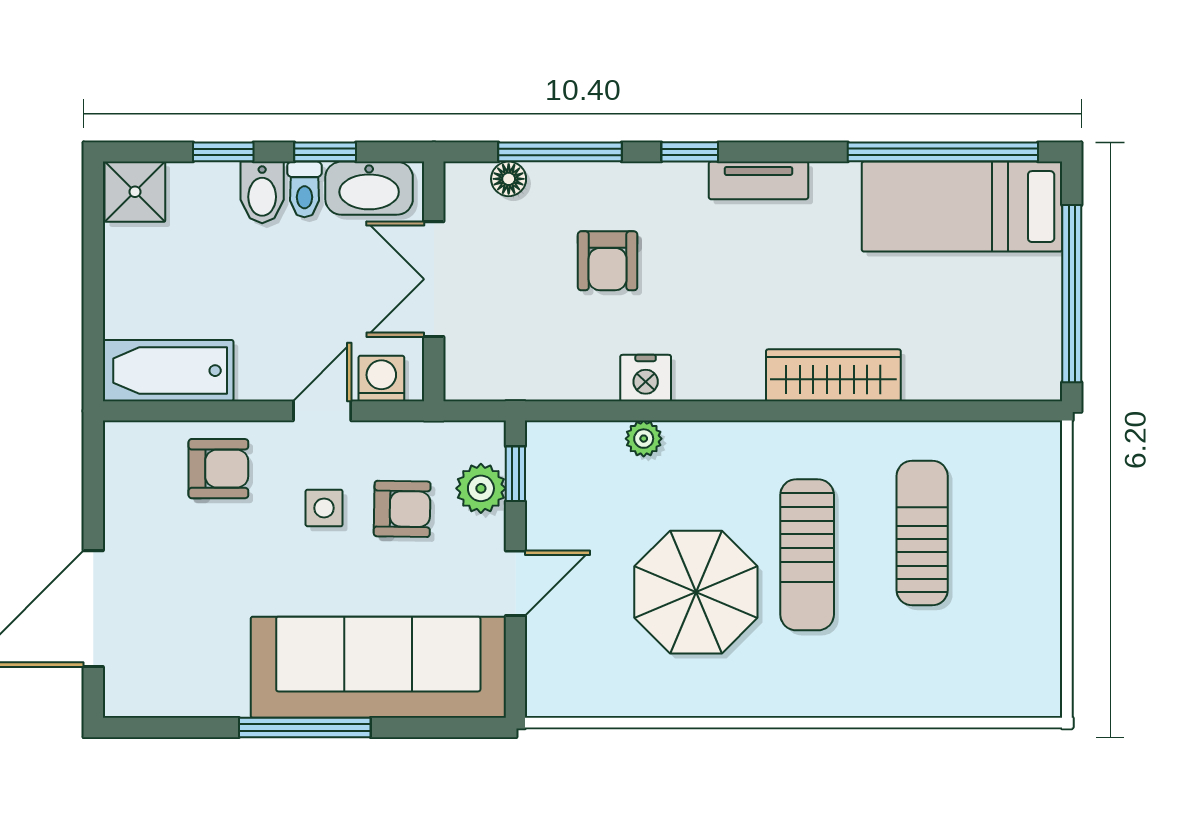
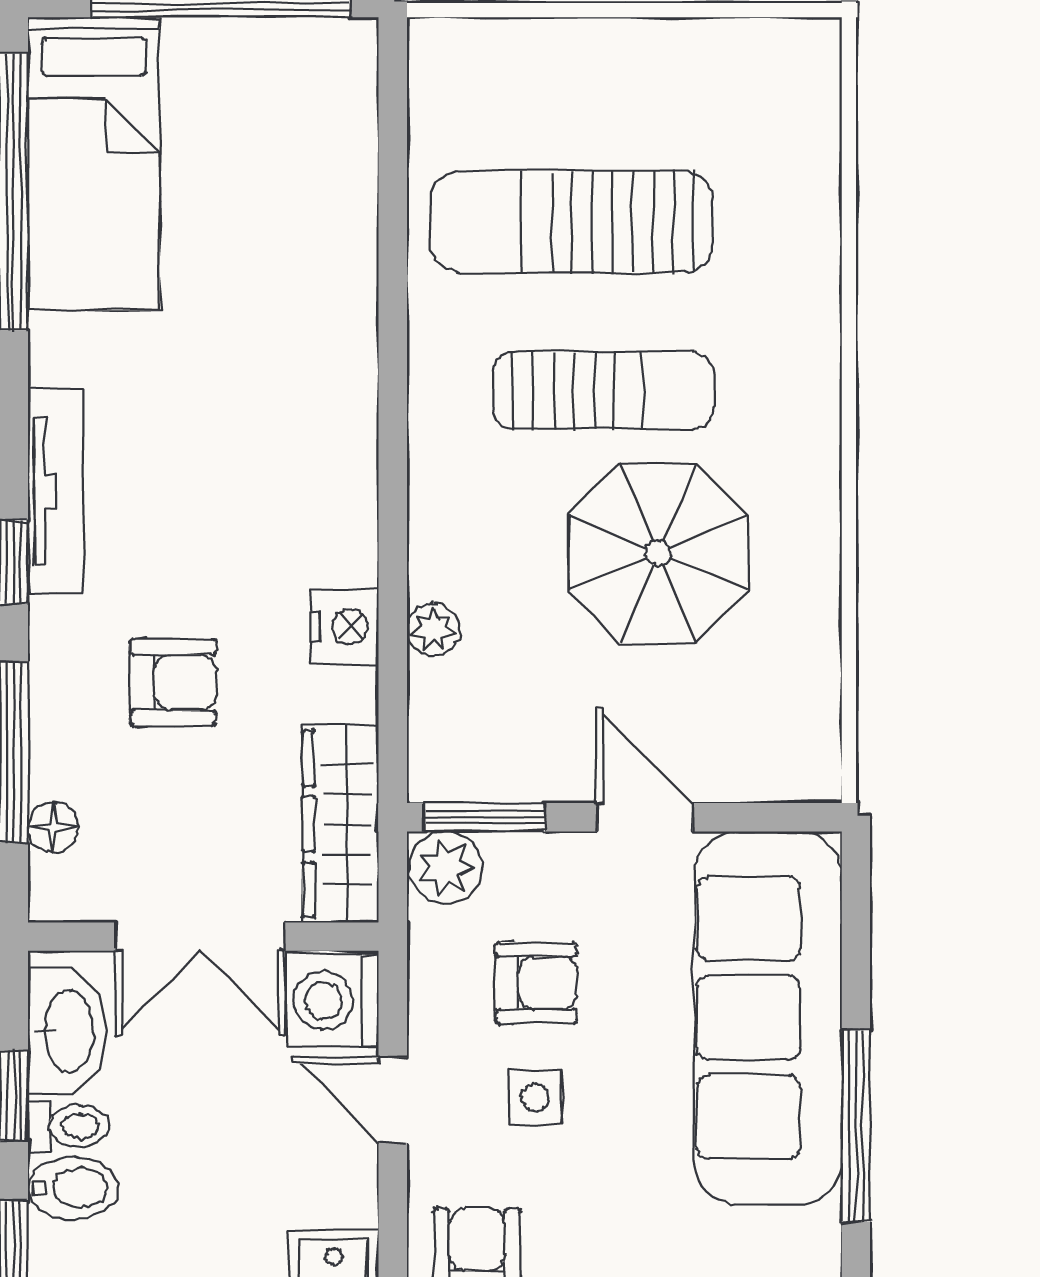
tv unit: (758, 180) -> (55, 491), width x1.41
wardrobe: (833, 375) -> (341, 824), moved
washing machine: (381, 378) -> (333, 1001), width x1.38, depth x1.38
window: (515, 474) -> (485, 817), width x1.50
plant: (481, 488) -> (445, 868), moved
armchair: (402, 509) -> (536, 983), turned 89
sun lounger: (922, 533) -> (571, 222), width x1.36, depth x1.34

